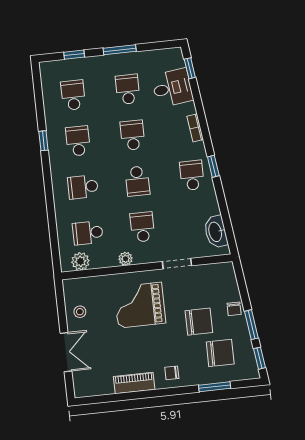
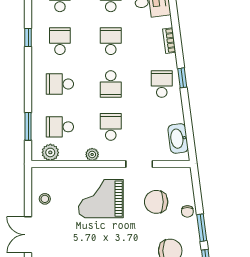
window: (54, 236) -> (28, 126), added
chair: (199, 322) -> (156, 202), moved, turned 180
double door: (66, 352) -> (28, 235), swing flipped

